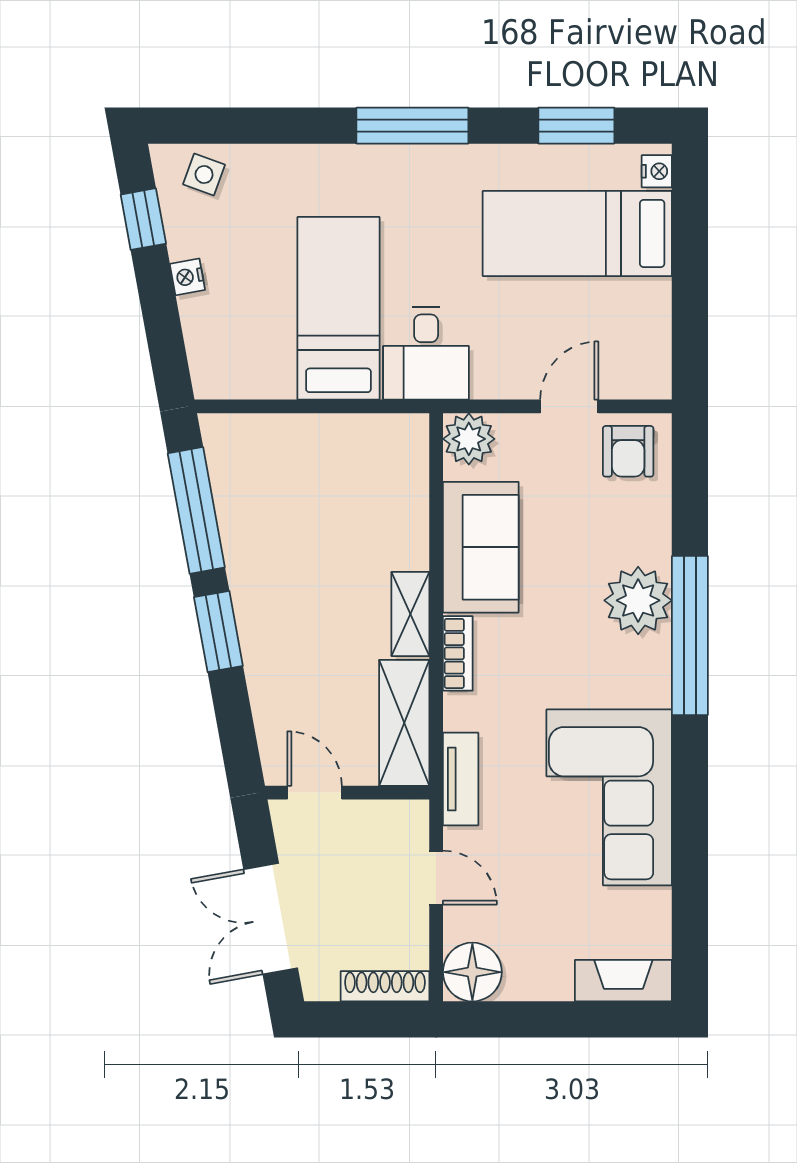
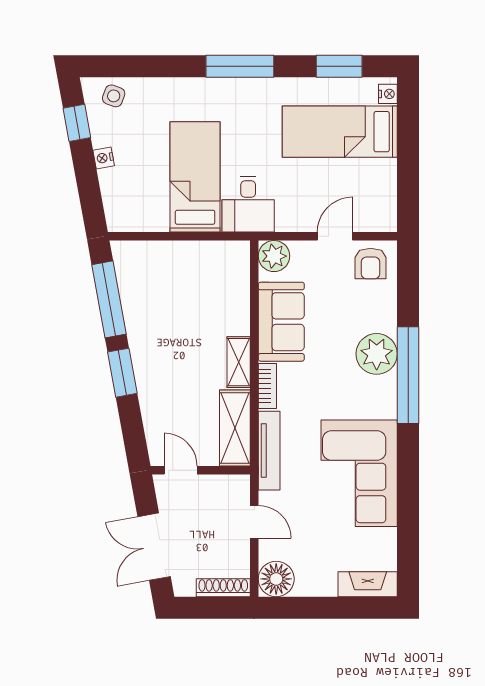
tv unit: (461, 779) -> (269, 451), width x1.41

